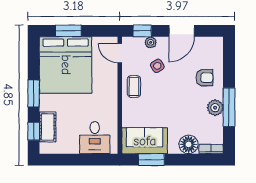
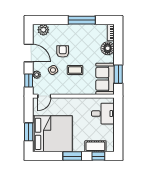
armchair: (205, 78) -> (63, 51), moved
coffee table: (134, 86) -> (75, 70), moved
plant: (215, 108) -> (43, 30), moved

